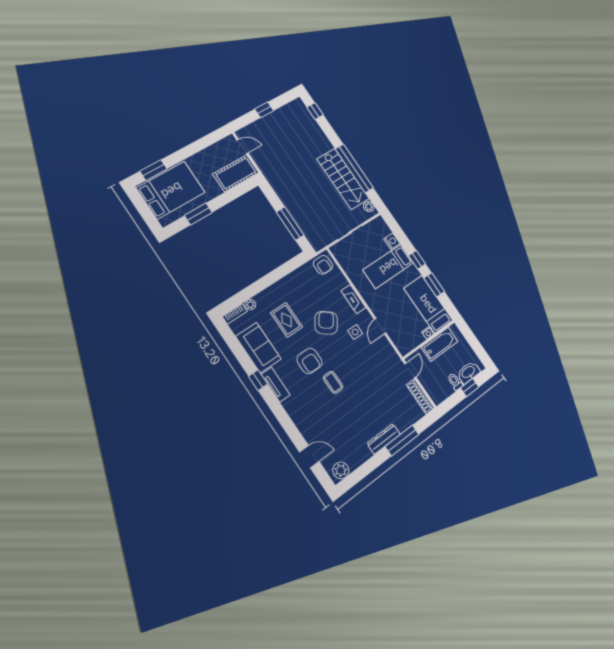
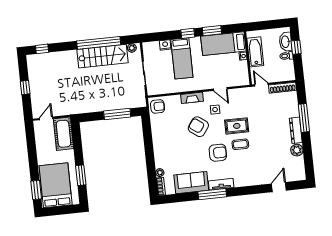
rug: (287, 320) -> (237, 126), moved
window: (258, 380) -> (212, 194), width x2.17
plant: (341, 470) -> (297, 150), moved

